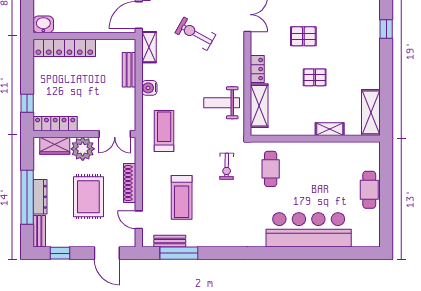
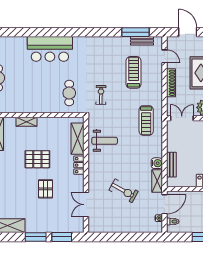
pallet: (303, 36) -> (46, 189), turned 90
pallet: (315, 77) -> (37, 159), width x1.50, depth x1.42
water cooler: (149, 88) -> (157, 163), moved
bar counter: (309, 230) -> (50, 49), width x0.73

